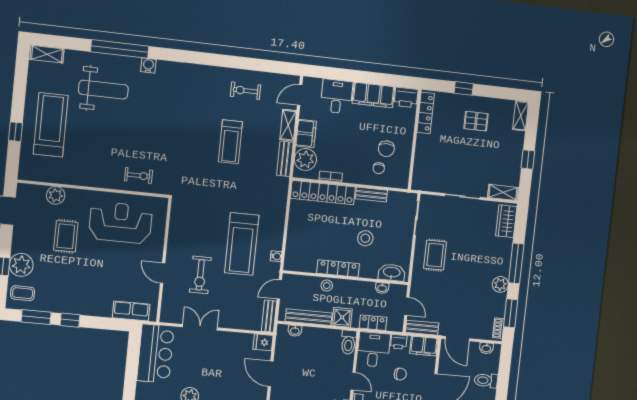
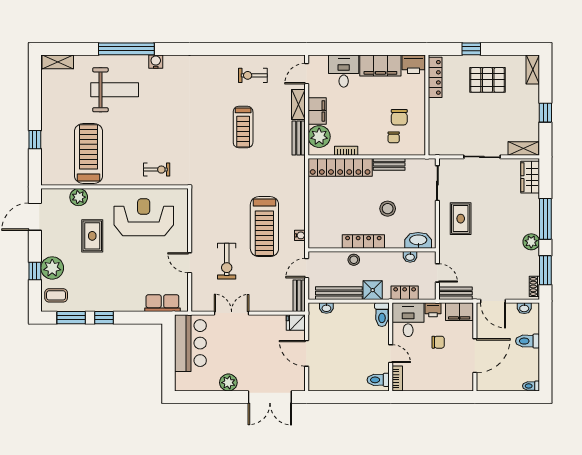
pallet: (476, 121) -> (487, 80), width x1.50, depth x1.42
treadmill: (51, 125) -> (89, 154), moved

